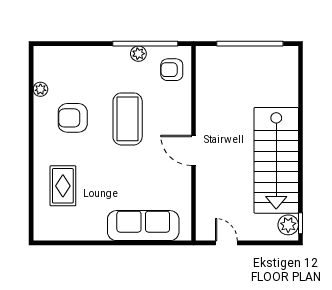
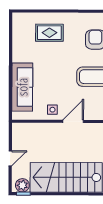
side table: (176, 181) -> (52, 110), added
door: (226, 243) -> (10, 158), moved

